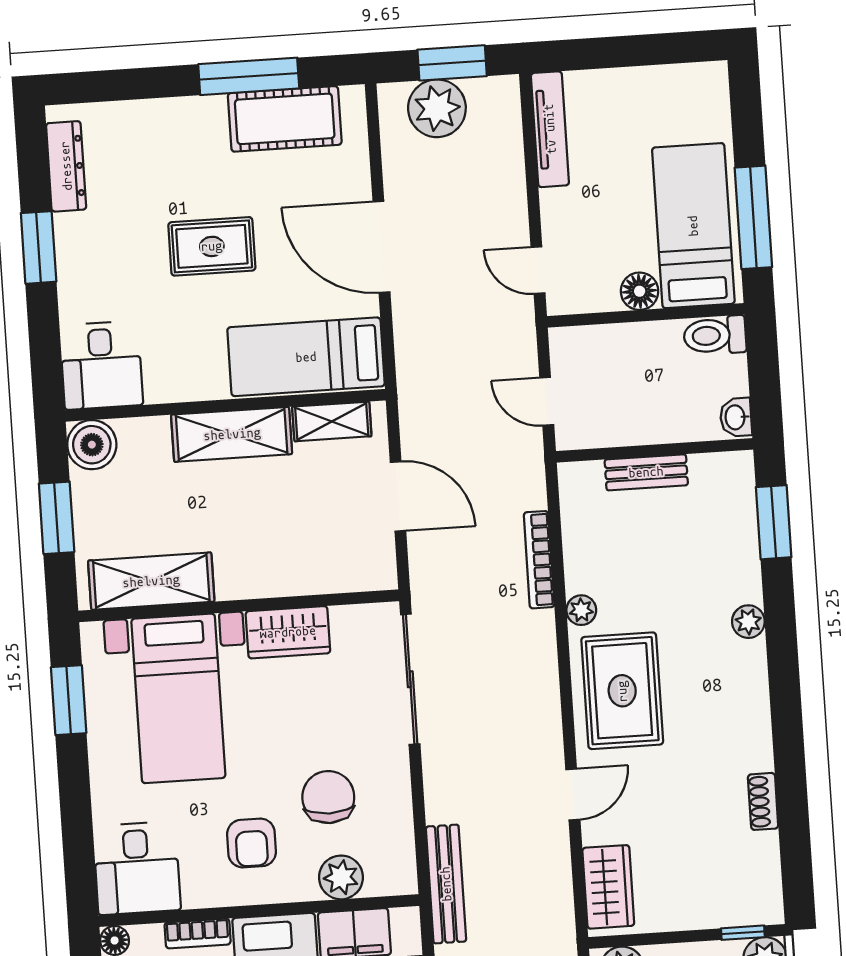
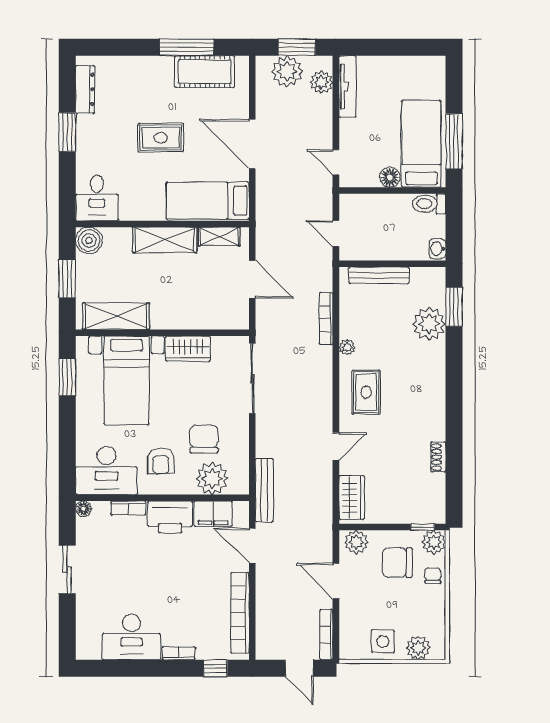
plant: (501, 124) -> (321, 82), added
bench: (646, 472) -> (379, 275), width x1.36
plant: (748, 622) -> (429, 324), moved, width x1.88, depth x1.88
rug: (622, 691) -> (366, 392), width x0.73, depth x0.70
desk: (137, 868) -> (106, 471), width x1.37
plant: (341, 877) -> (212, 479), width x1.36, depth x1.36

